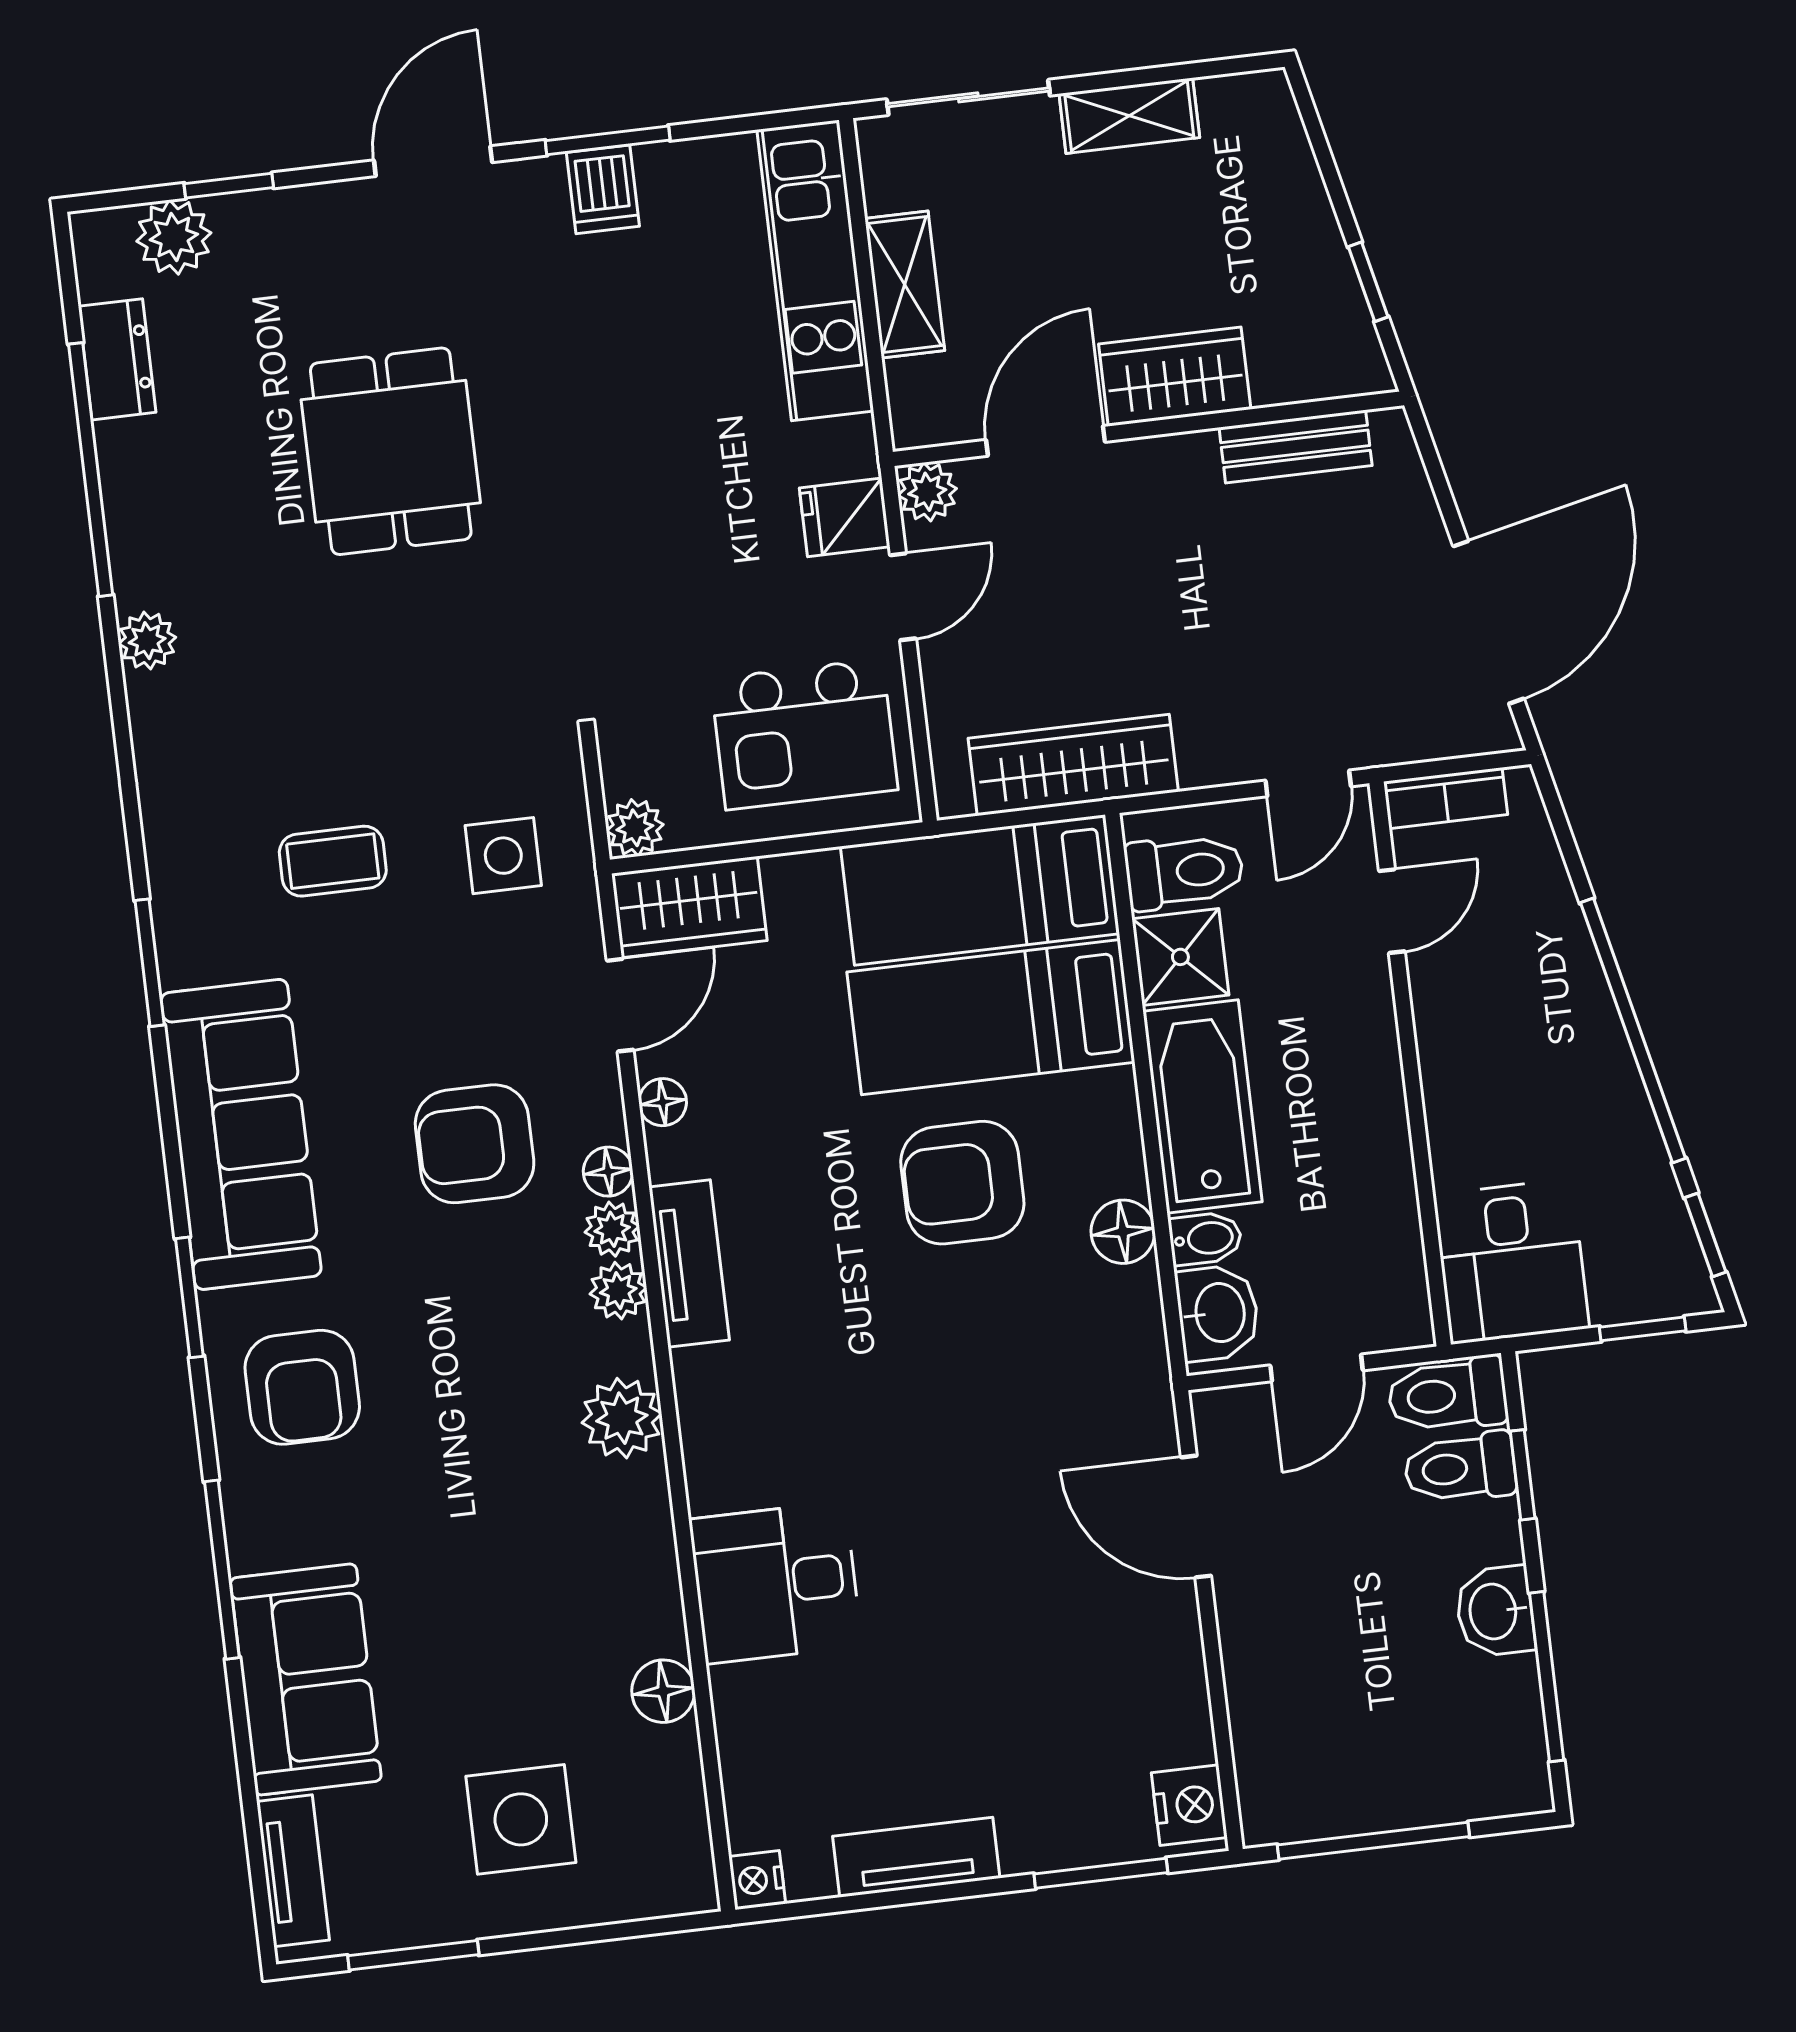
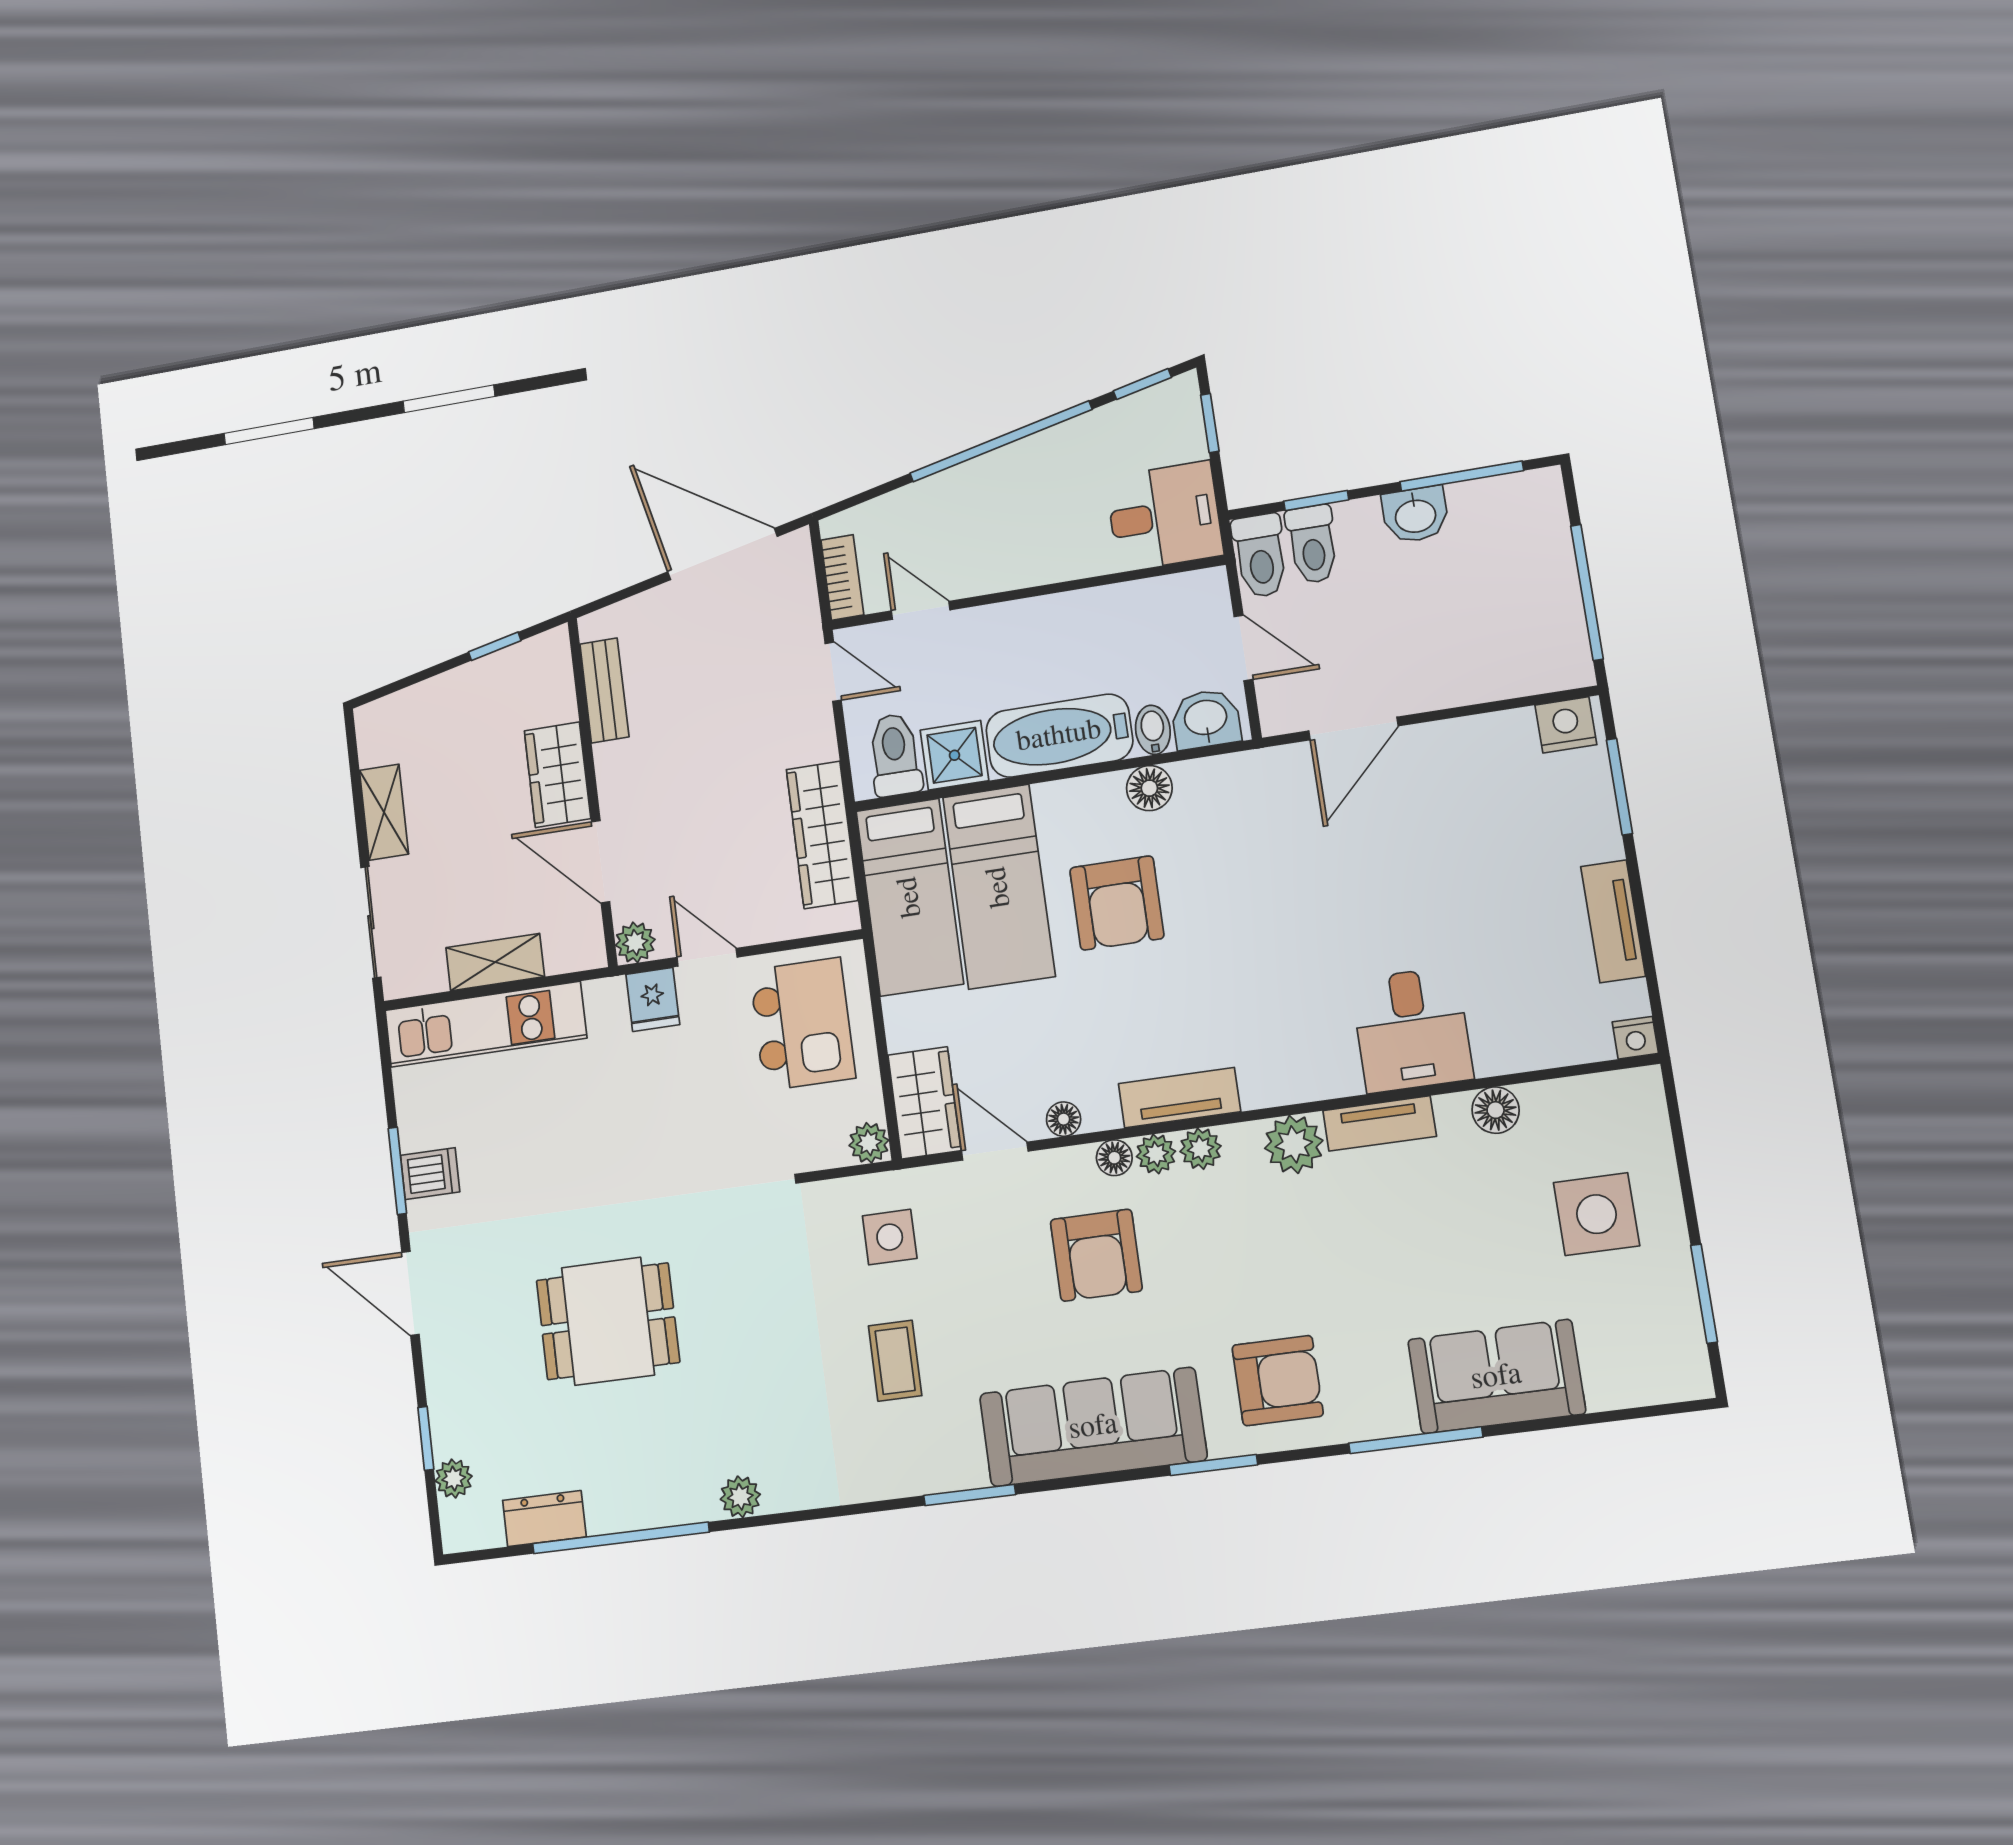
plant: (174, 237) -> (454, 1479), width x0.73, depth x0.73
tv unit: (293, 1871) -> (1379, 1124), moved, turned 180

